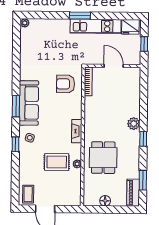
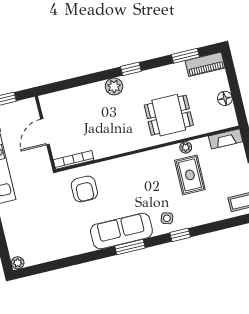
fireplace: (77, 131) -> (226, 139), moved

